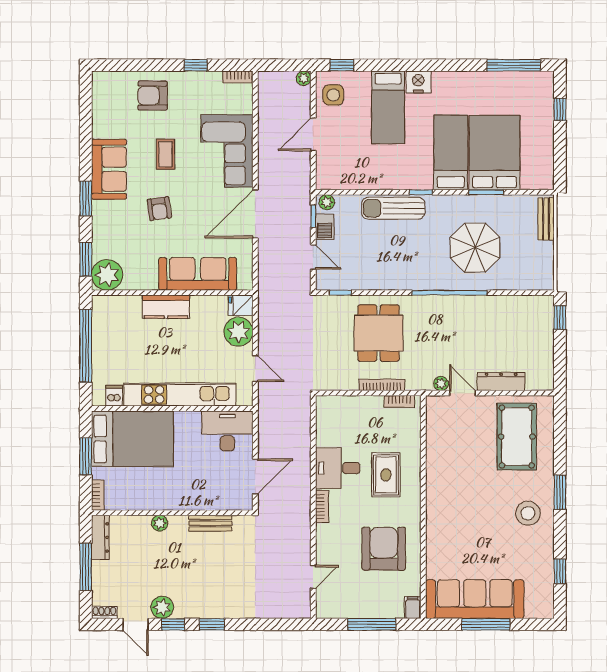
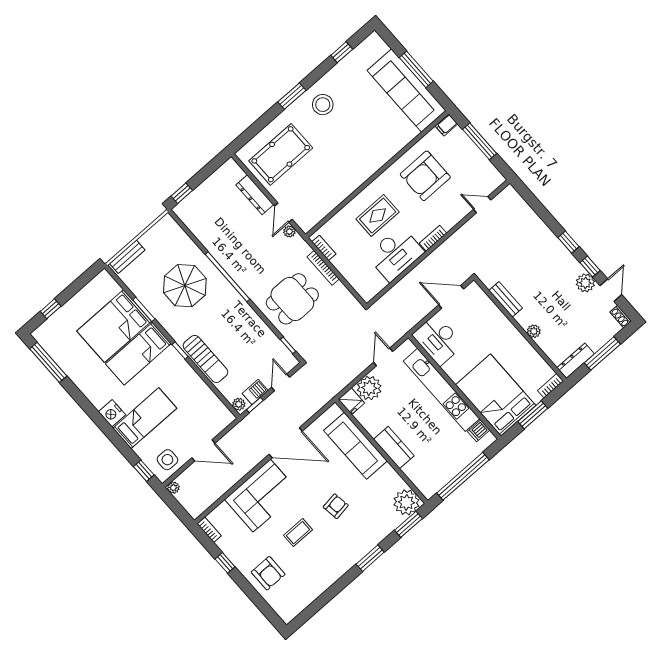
sofa: (109, 169) -> (339, 560), removed
desk: (338, 468) -> (395, 254), width x1.37

